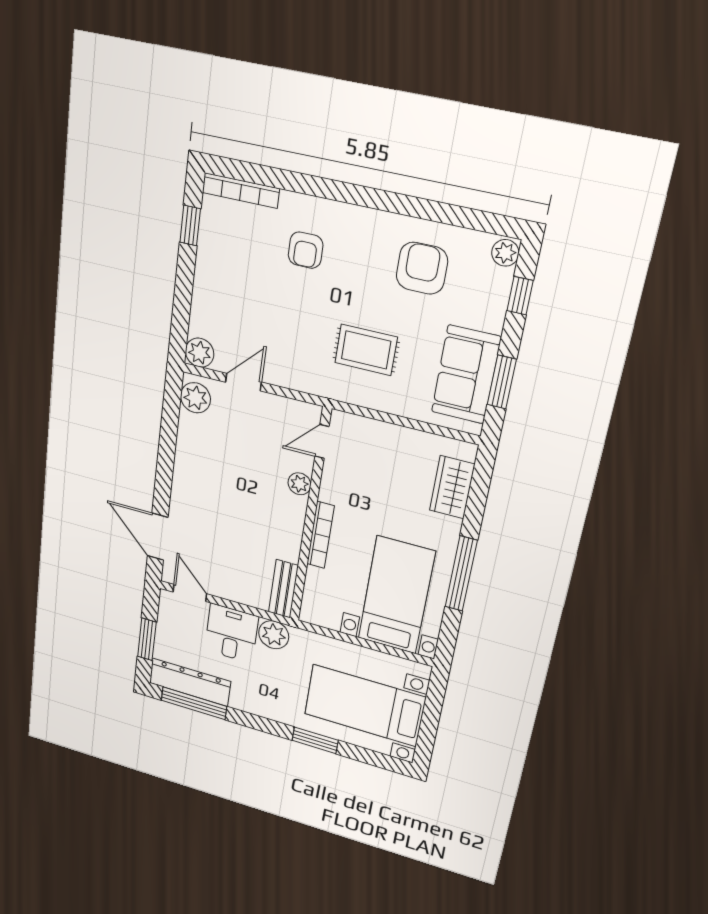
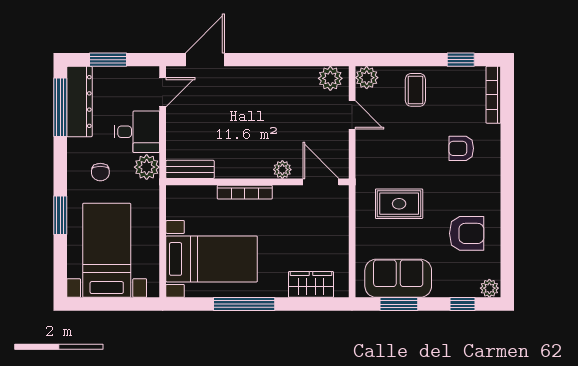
coffee table: (222, 294) -> (415, 90), added
rug: (366, 350) -> (399, 204), turned 90
door: (322, 441) -> (321, 182), width x1.38
chair: (272, 685) -> (100, 172), added

